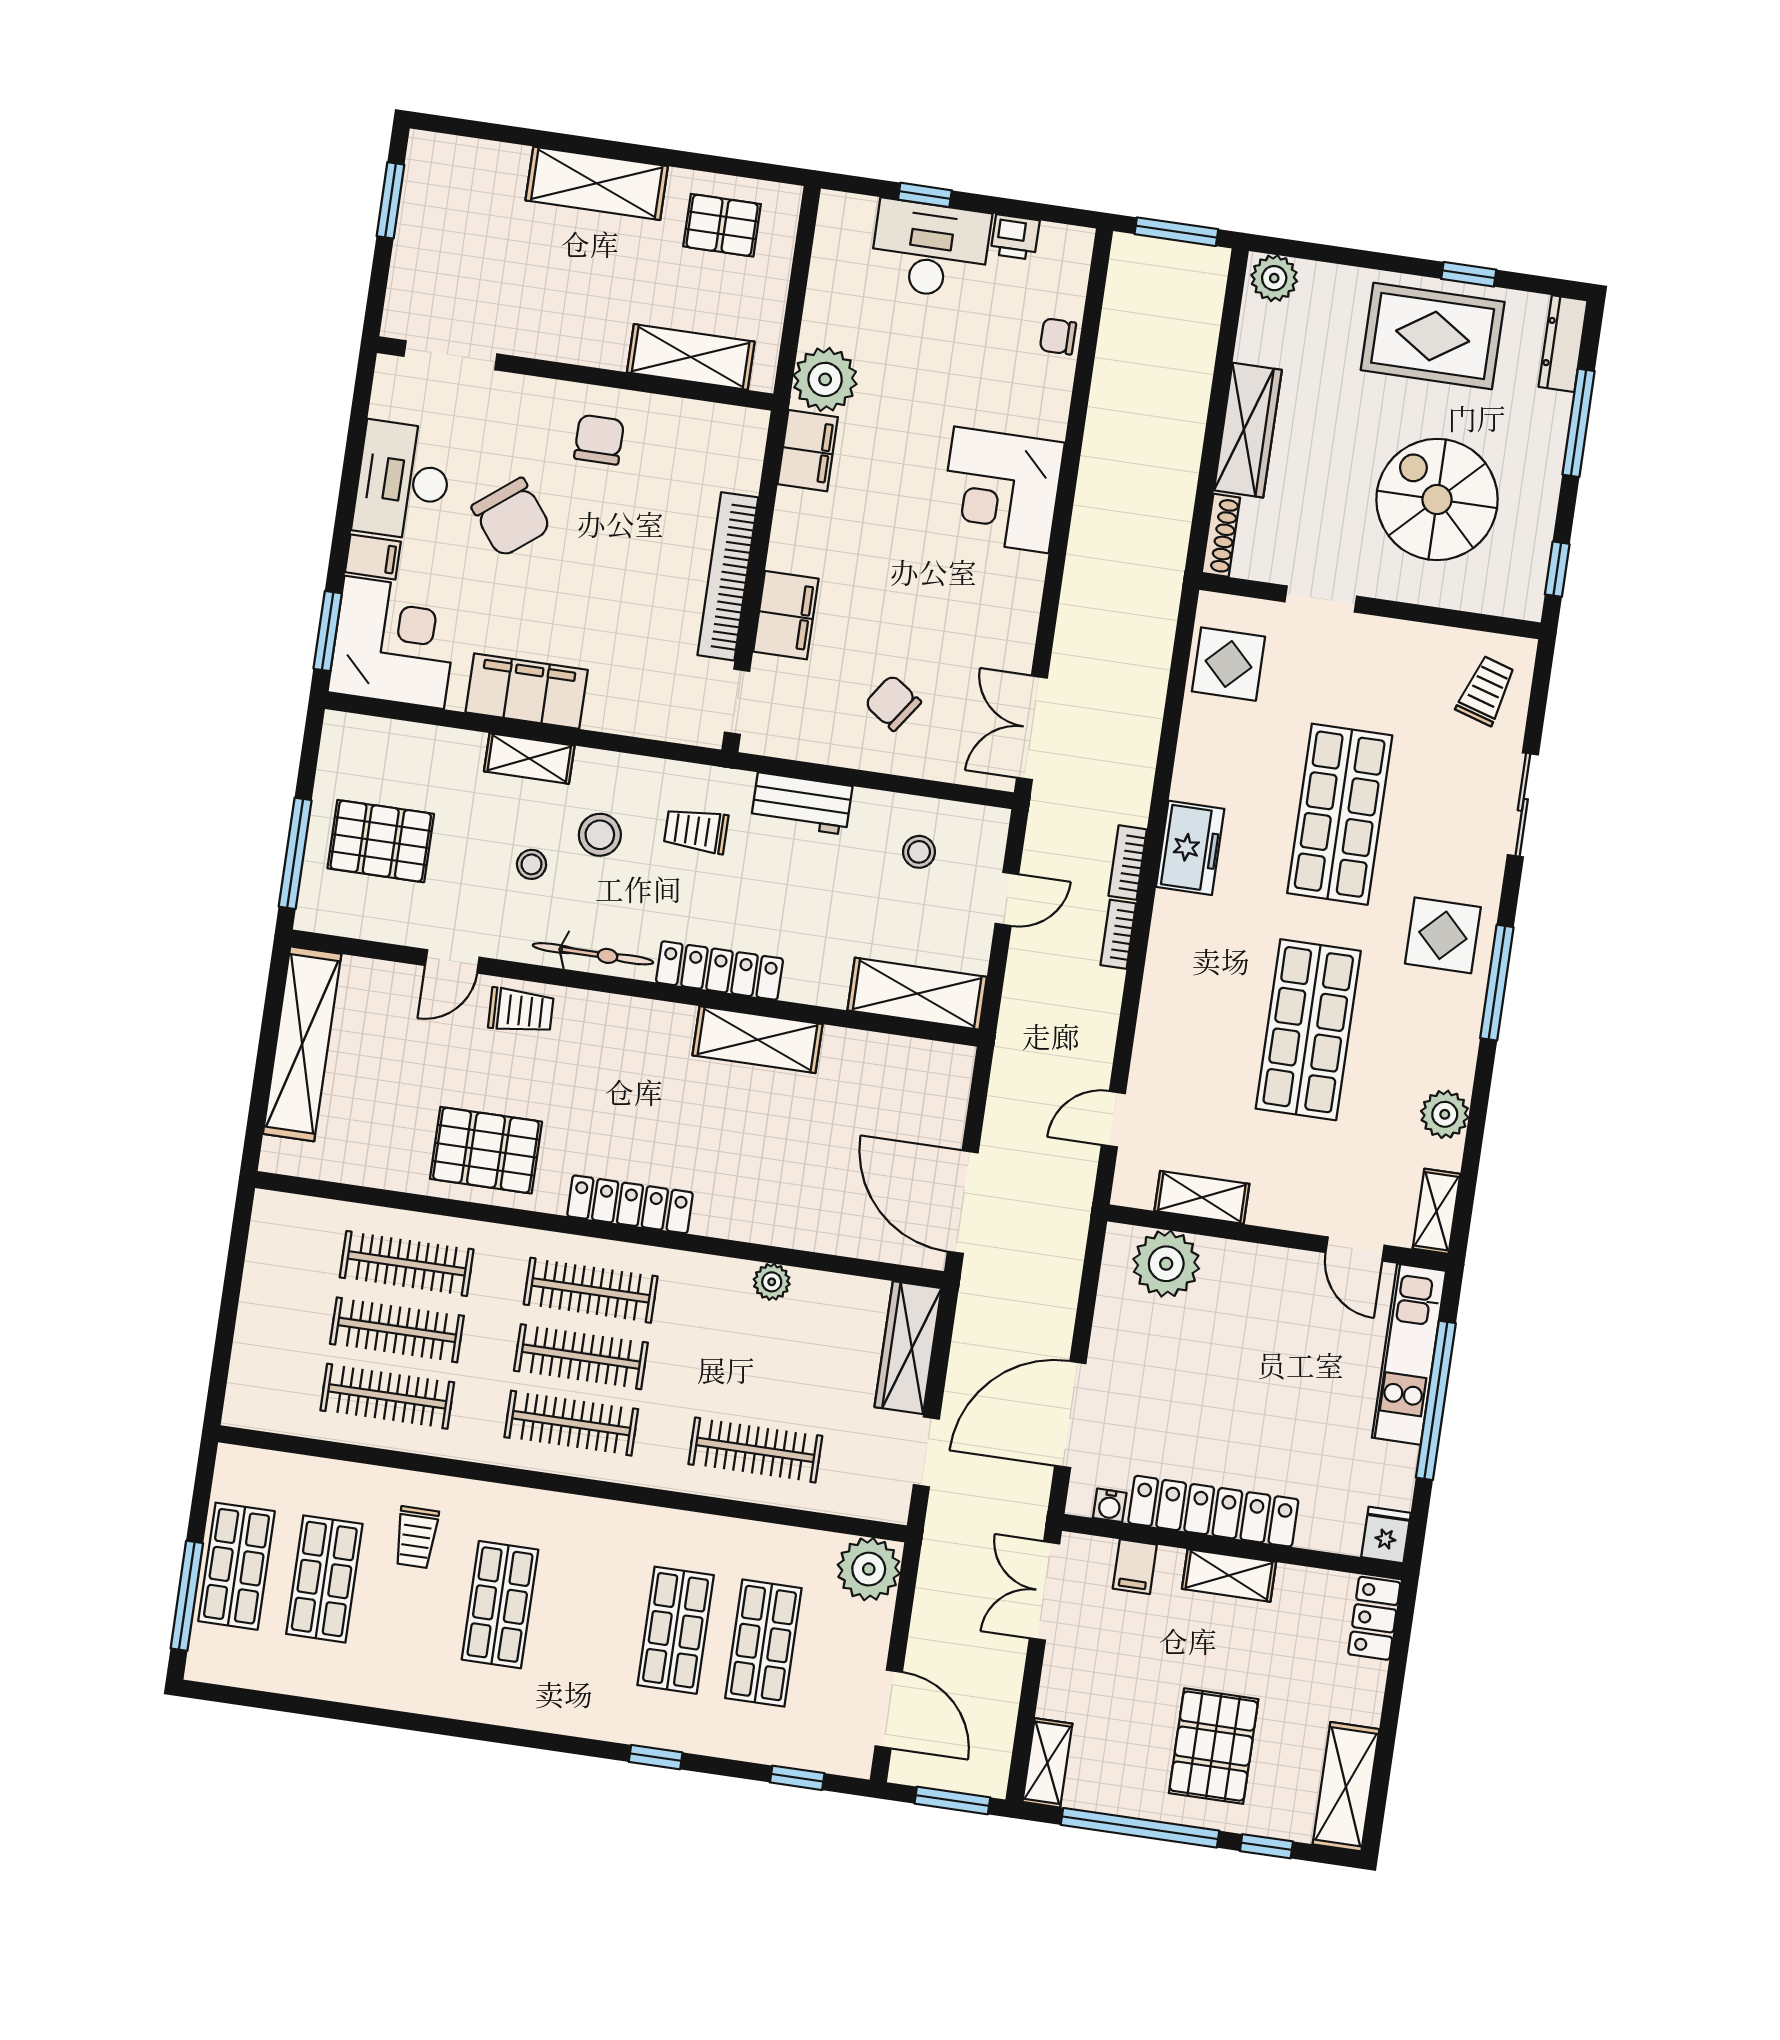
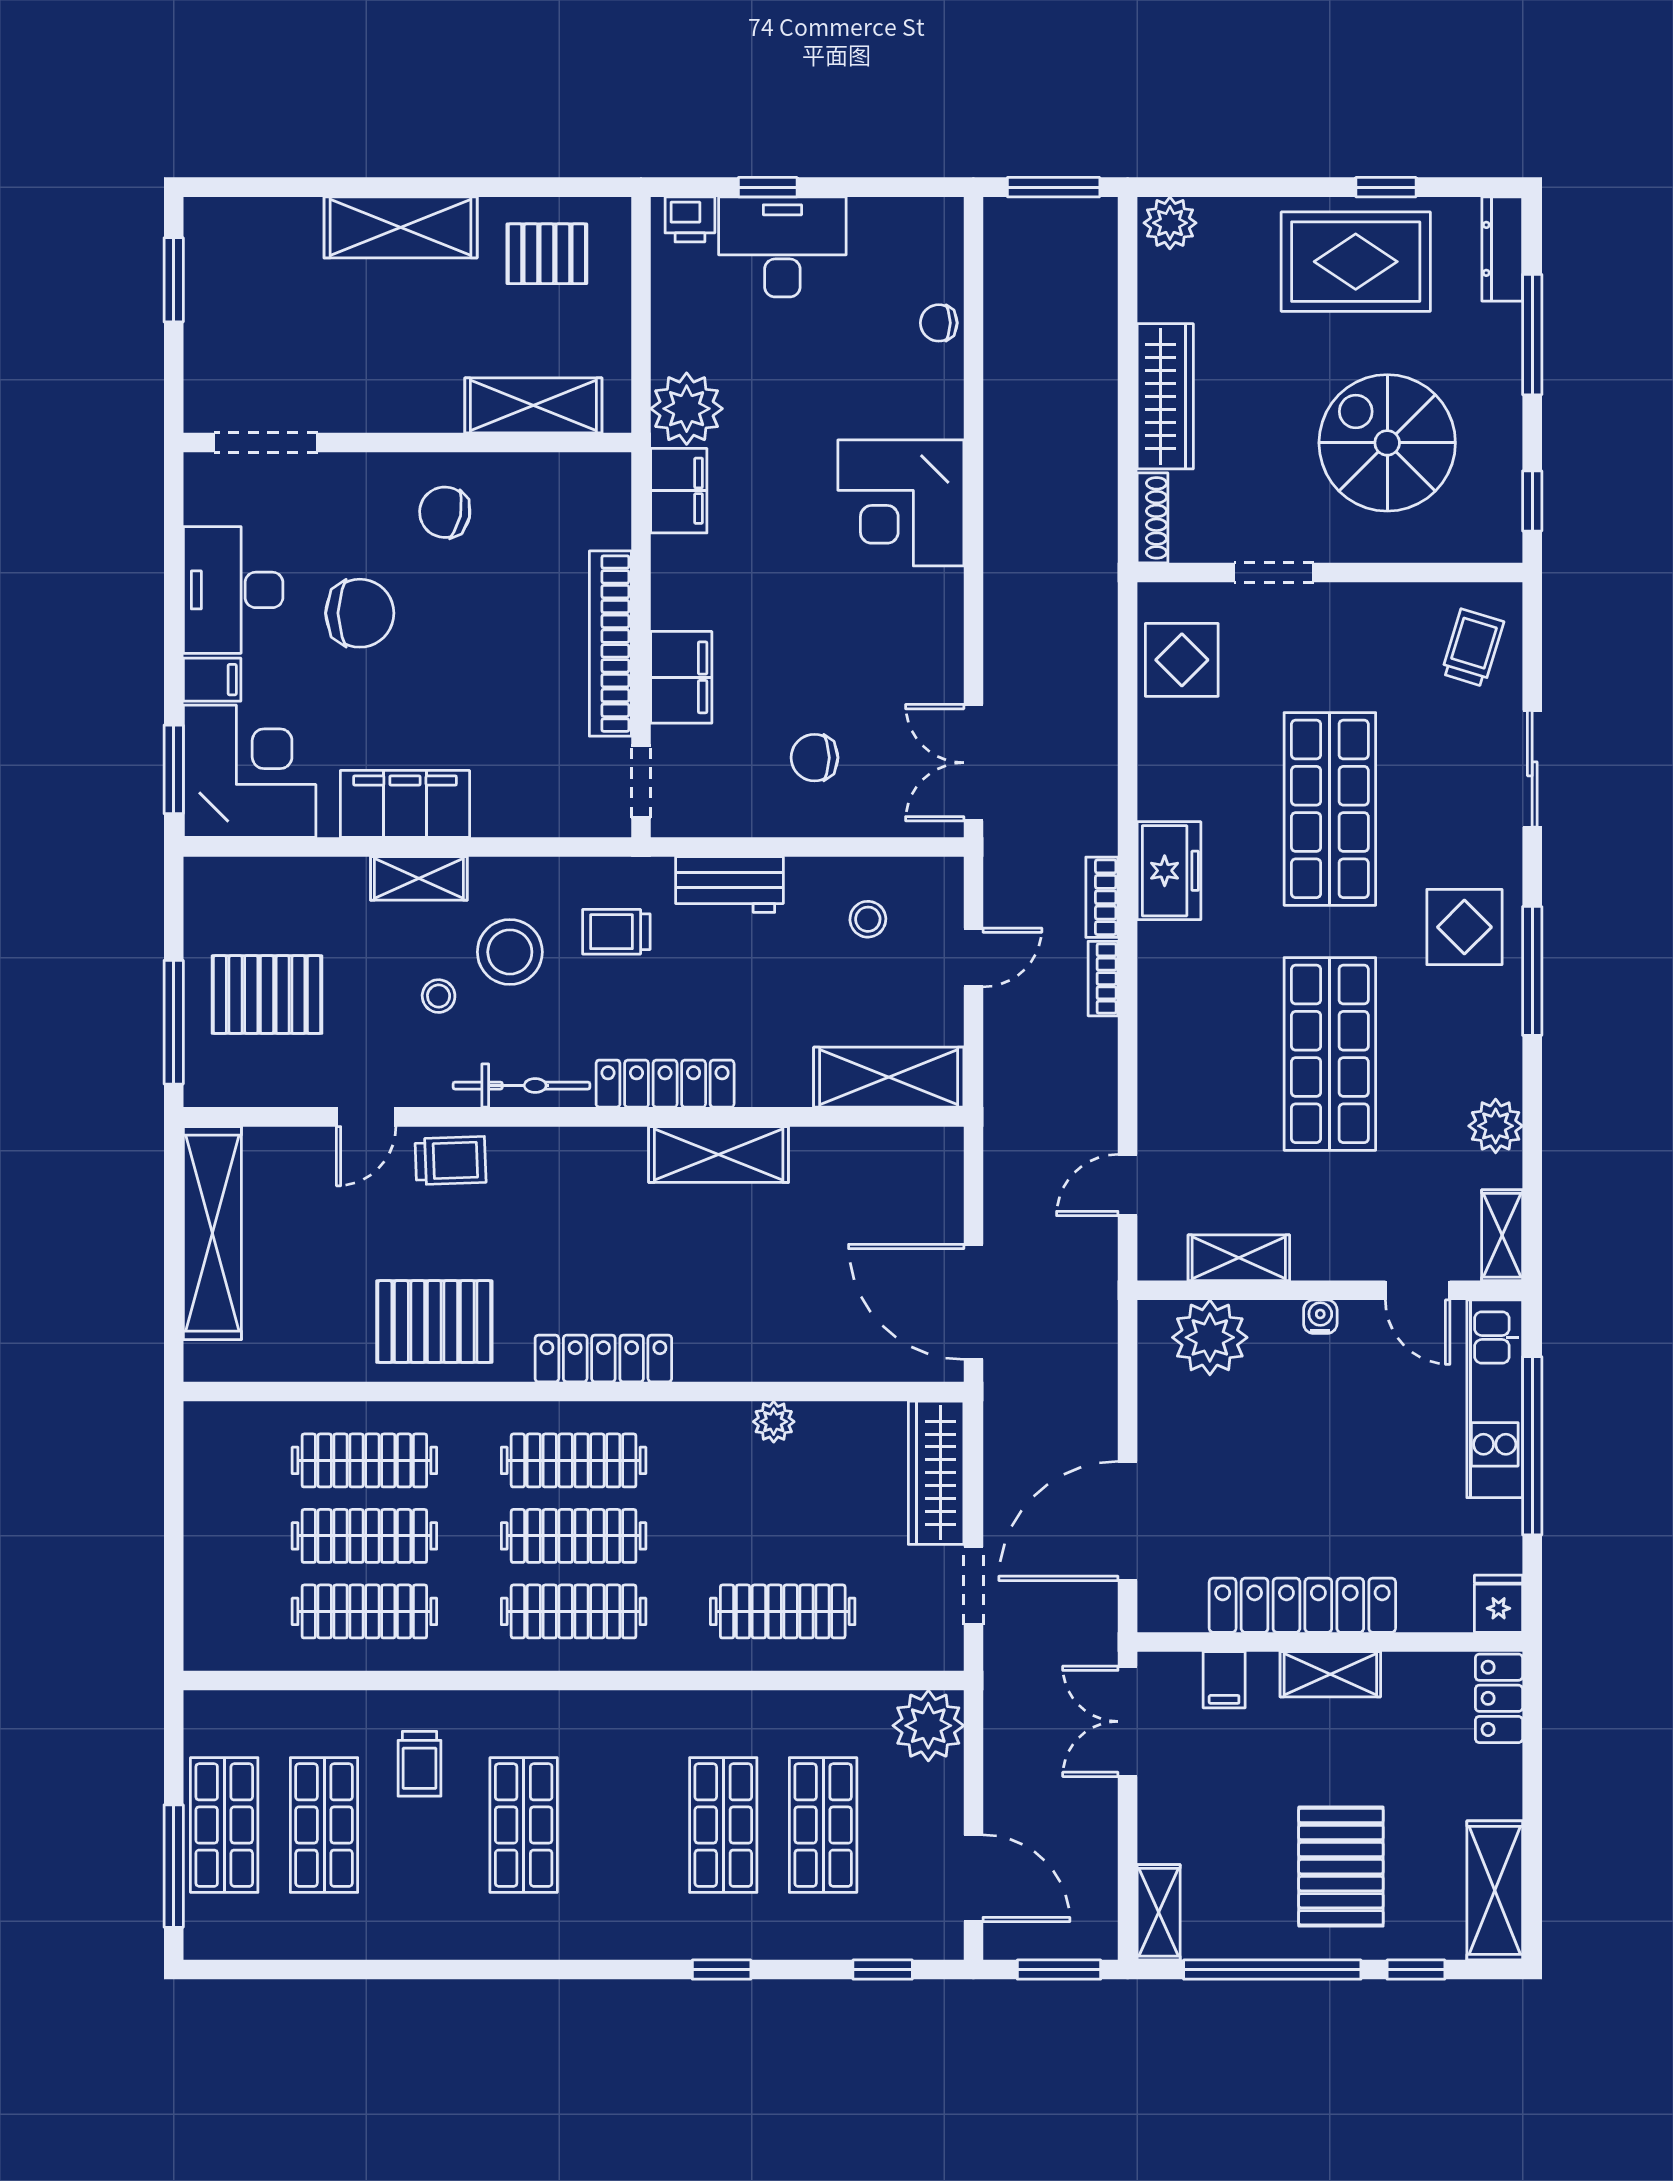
printer: (1015, 237) -> (690, 219), moved
chair: (599, 440) -> (445, 512), turned -78
chair: (511, 517) -> (360, 613), turned -52
chair: (893, 703) -> (815, 758), turned -35
stool: (600, 835) -> (510, 952), width x1.38, depth x1.38
water cooler: (1110, 1505) -> (1320, 1317), moved, turned 180

